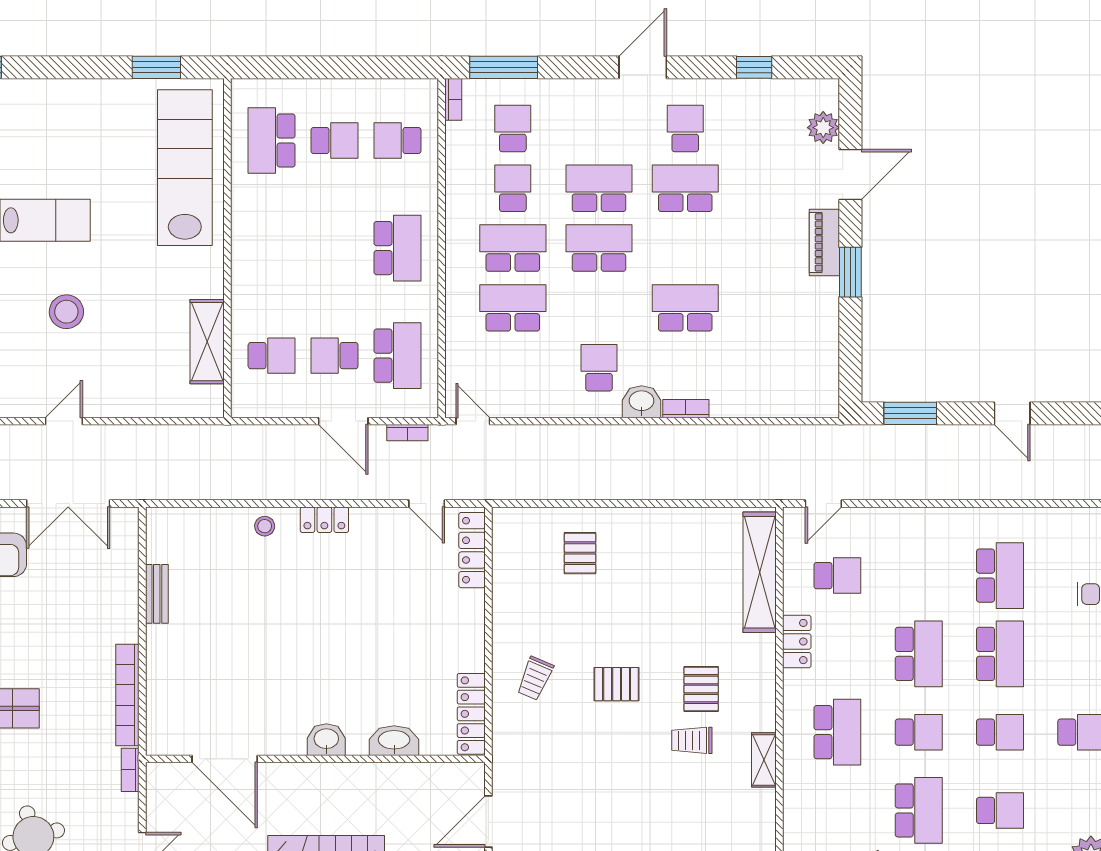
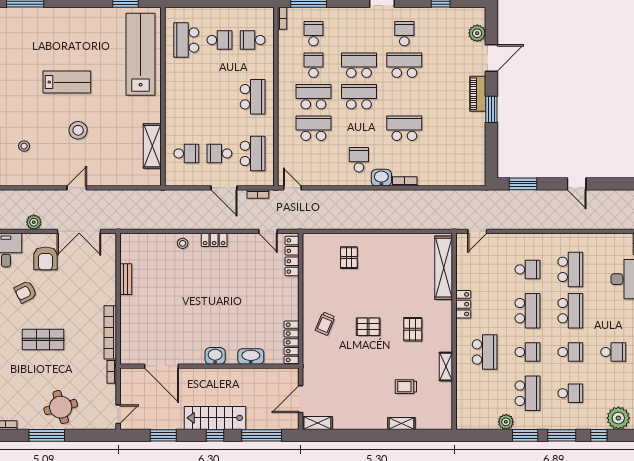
school desk: (837, 576) -> (527, 269), moved
trolley: (692, 740) -> (406, 387), moved

